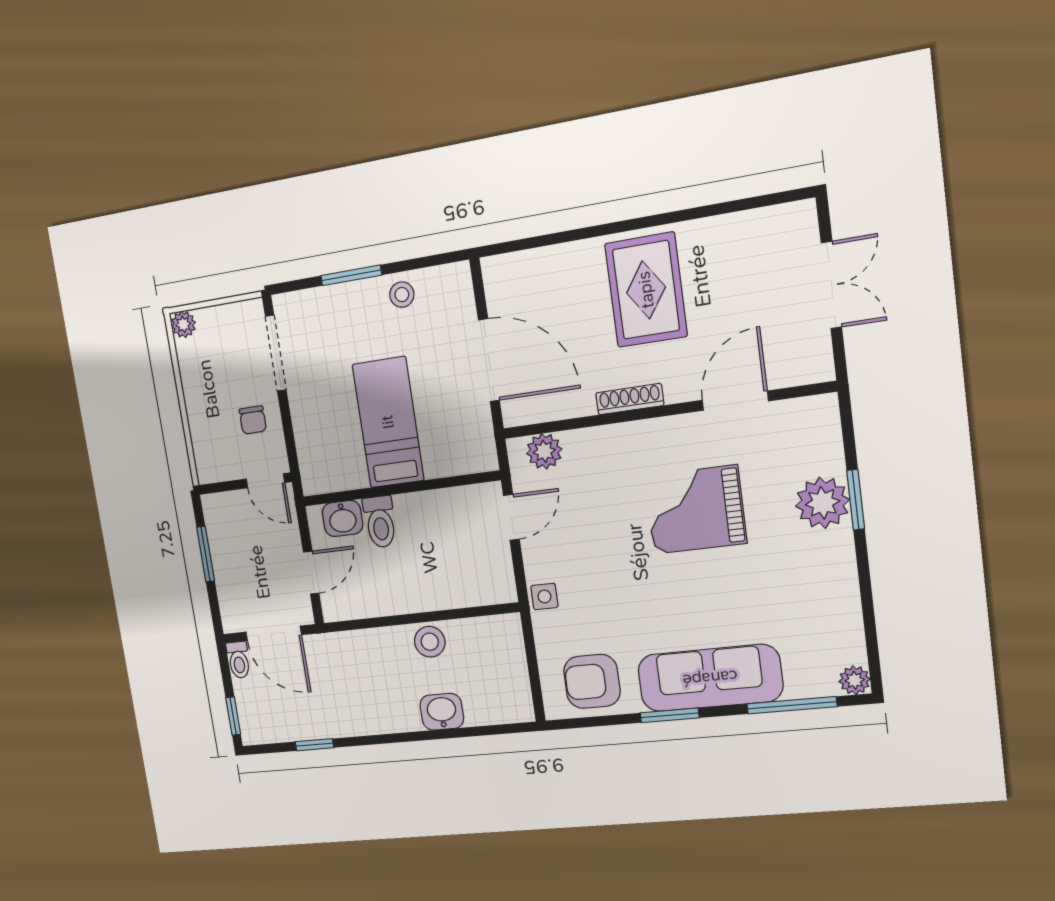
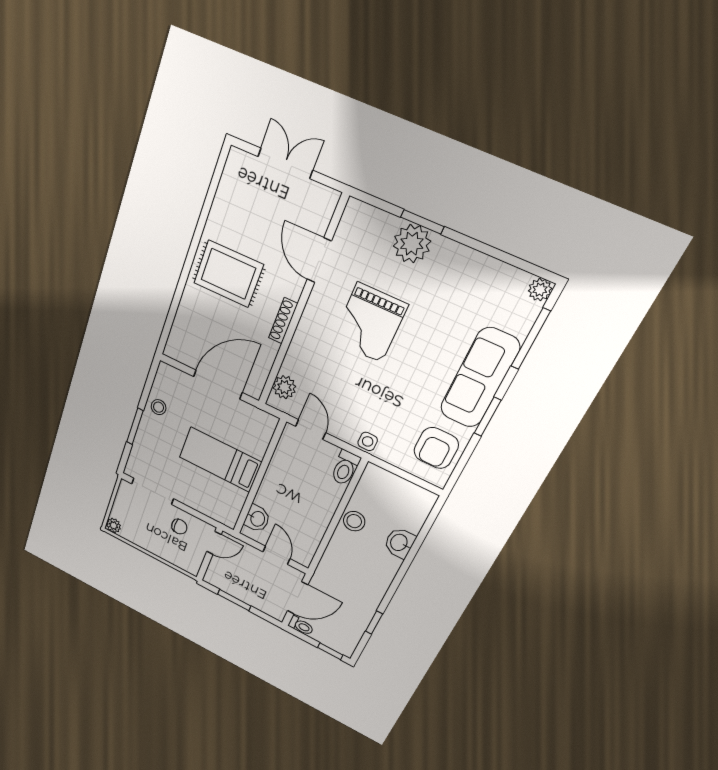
toilet: (380, 522) -> (345, 468), moved, turned 90

